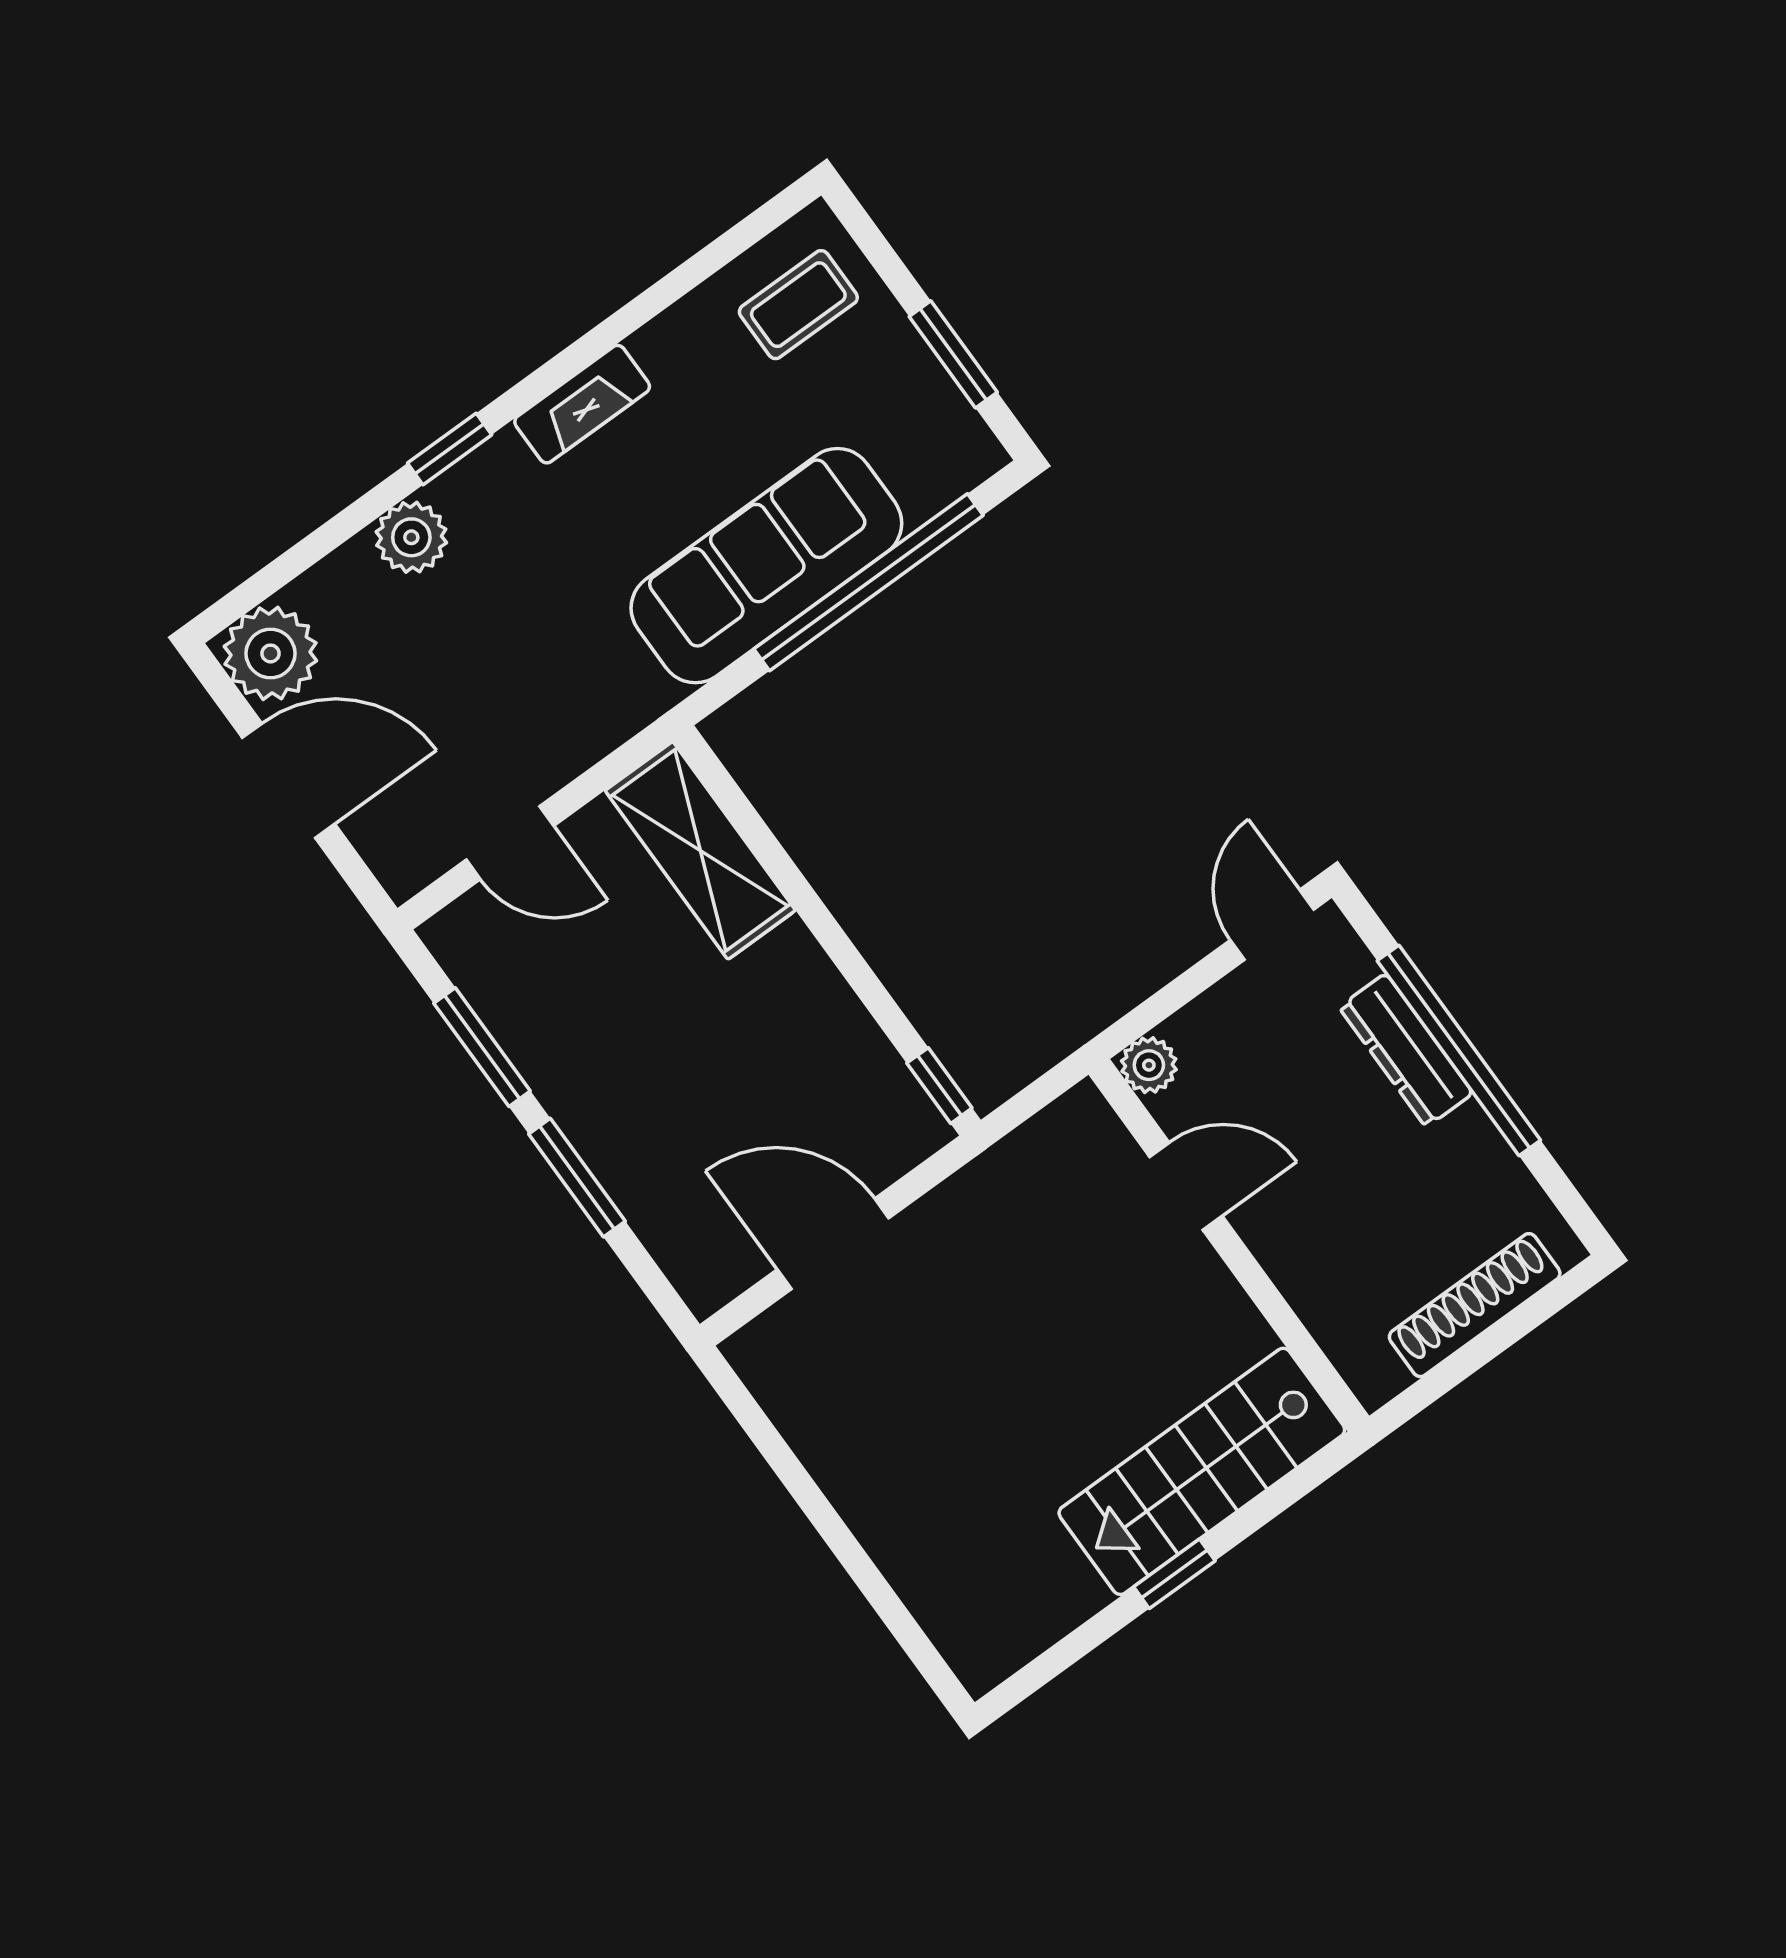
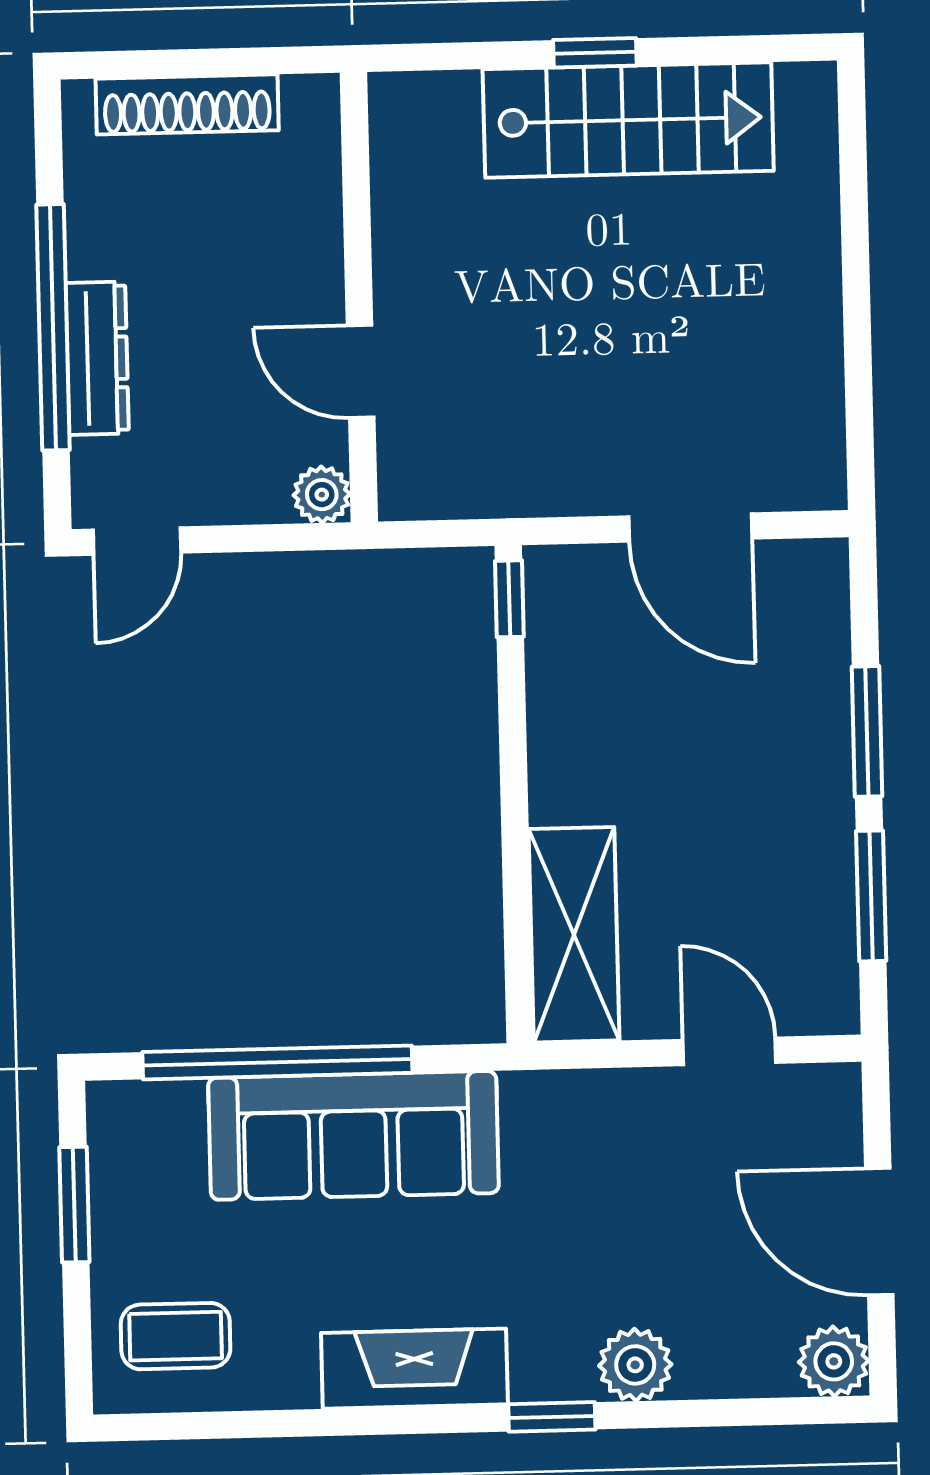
fireplace: (582, 404) -> (414, 1369), width x1.37, depth x1.32
plant: (270, 653) -> (834, 1361), width x0.73, depth x0.73
stairs: (1202, 1471) -> (628, 120), moved

